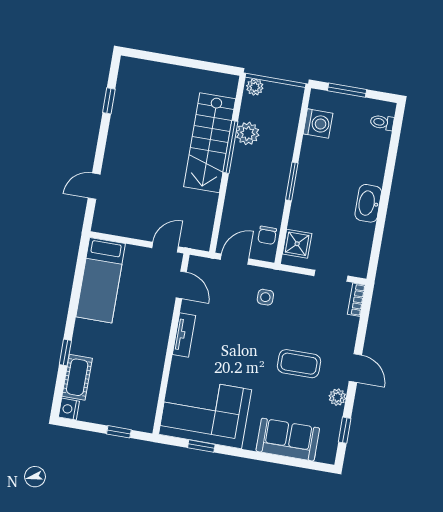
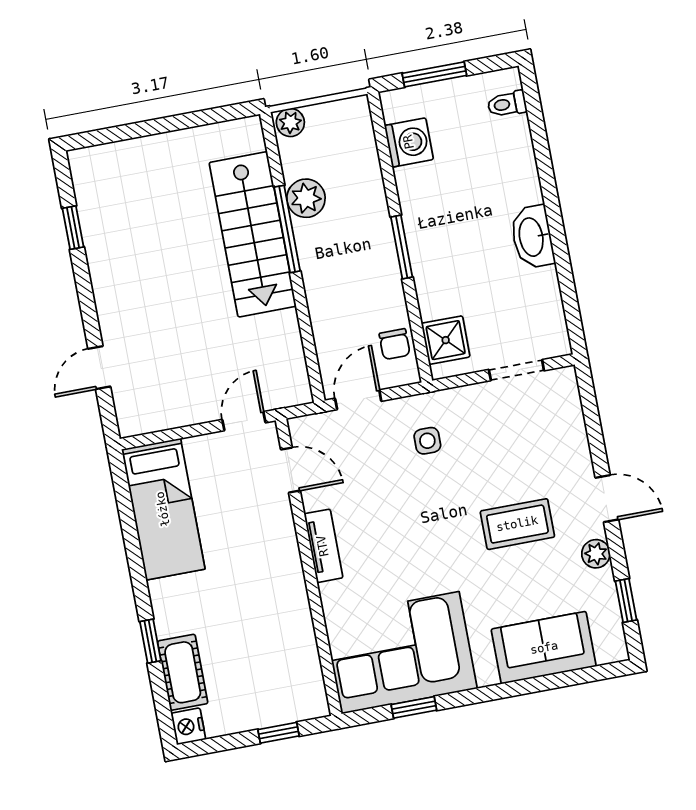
bookcase: (356, 300) -> (569, 392), removed

